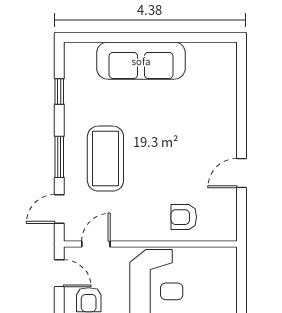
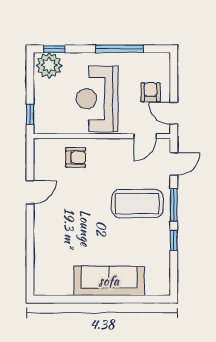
window: (59, 92) -> (174, 241), moved
coffee table: (105, 159) -> (137, 204), turned 90
window: (241, 272) -> (30, 114), added

